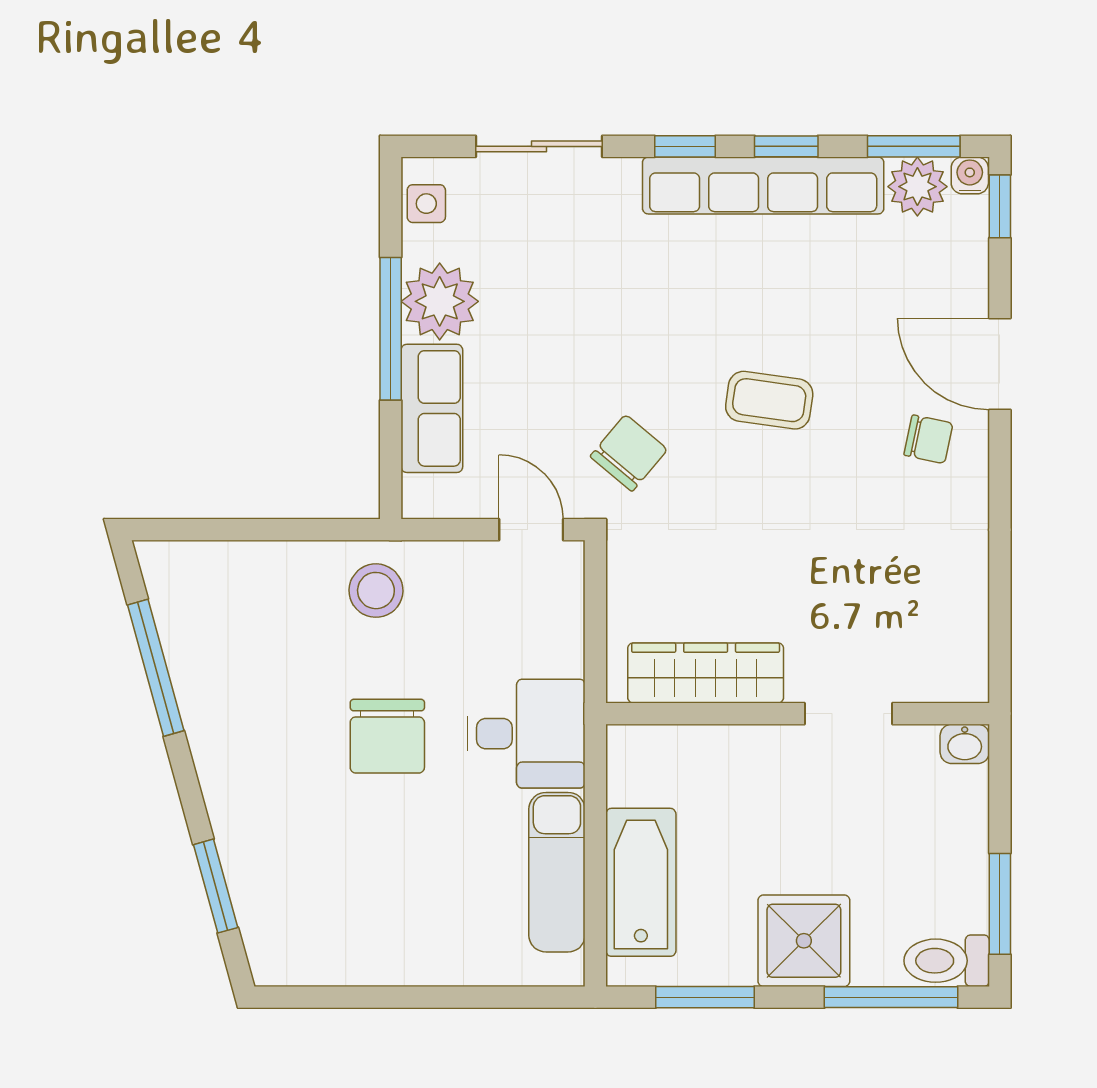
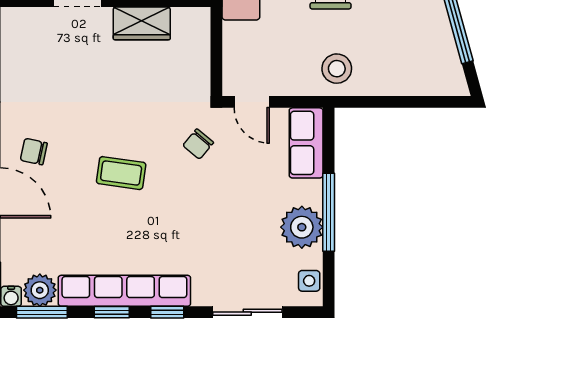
row of seats: (432, 408) -> (306, 143), moved
chair: (629, 453) -> (198, 144), width x0.73, depth x0.73
wardrobe: (706, 673) -> (142, 23), width x0.67

